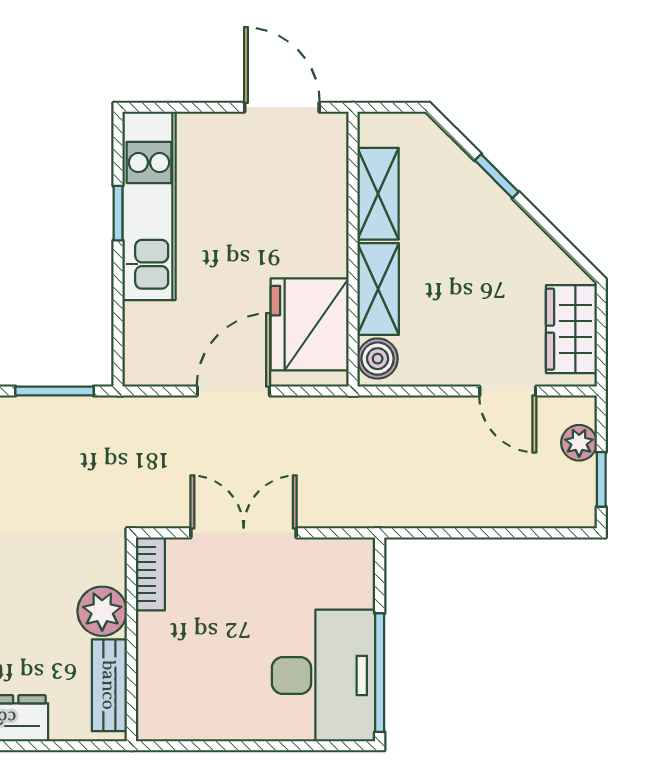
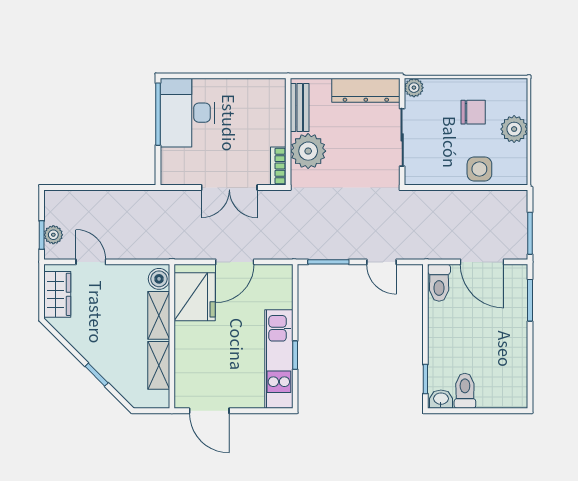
window: (601, 479) -> (42, 235), moved
plant: (102, 611) -> (308, 151), width x1.36, depth x1.36

